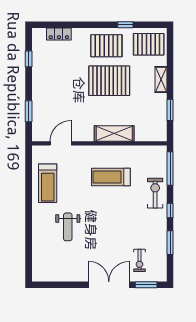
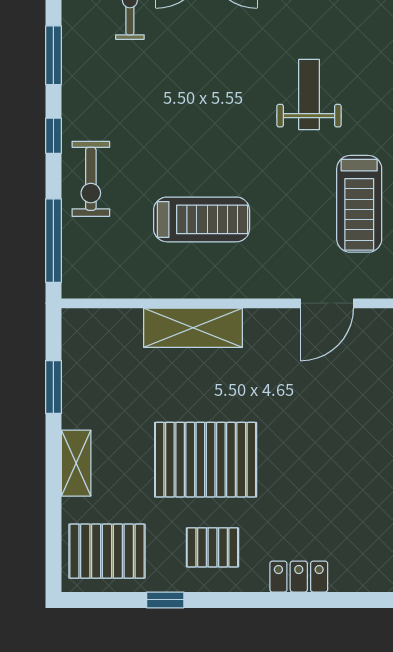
locker: (59, 34) -> (299, 577), moved
pallet: (106, 46) -> (212, 547), width x0.67, depth x0.71
treadmill: (48, 183) -> (359, 204), turned 180

